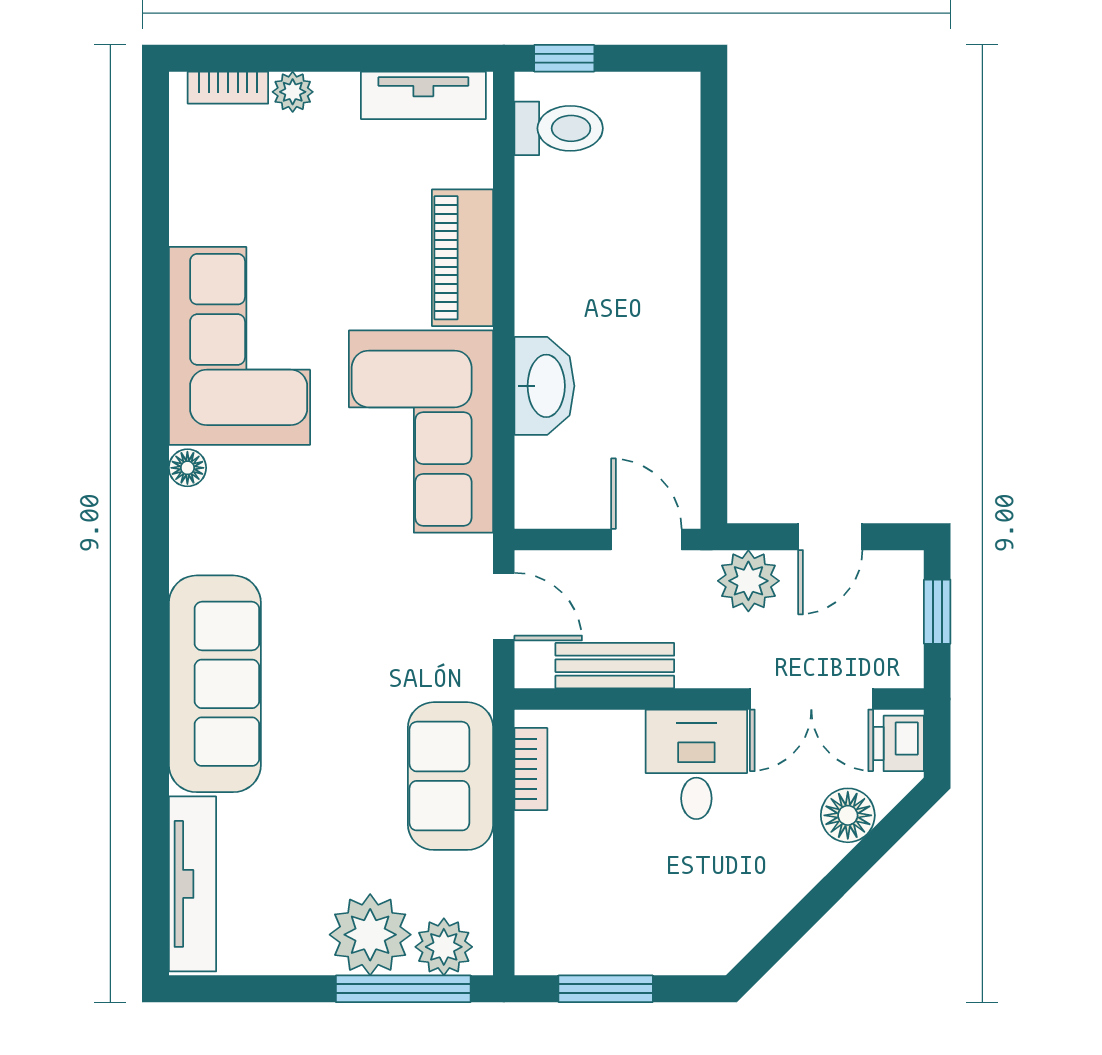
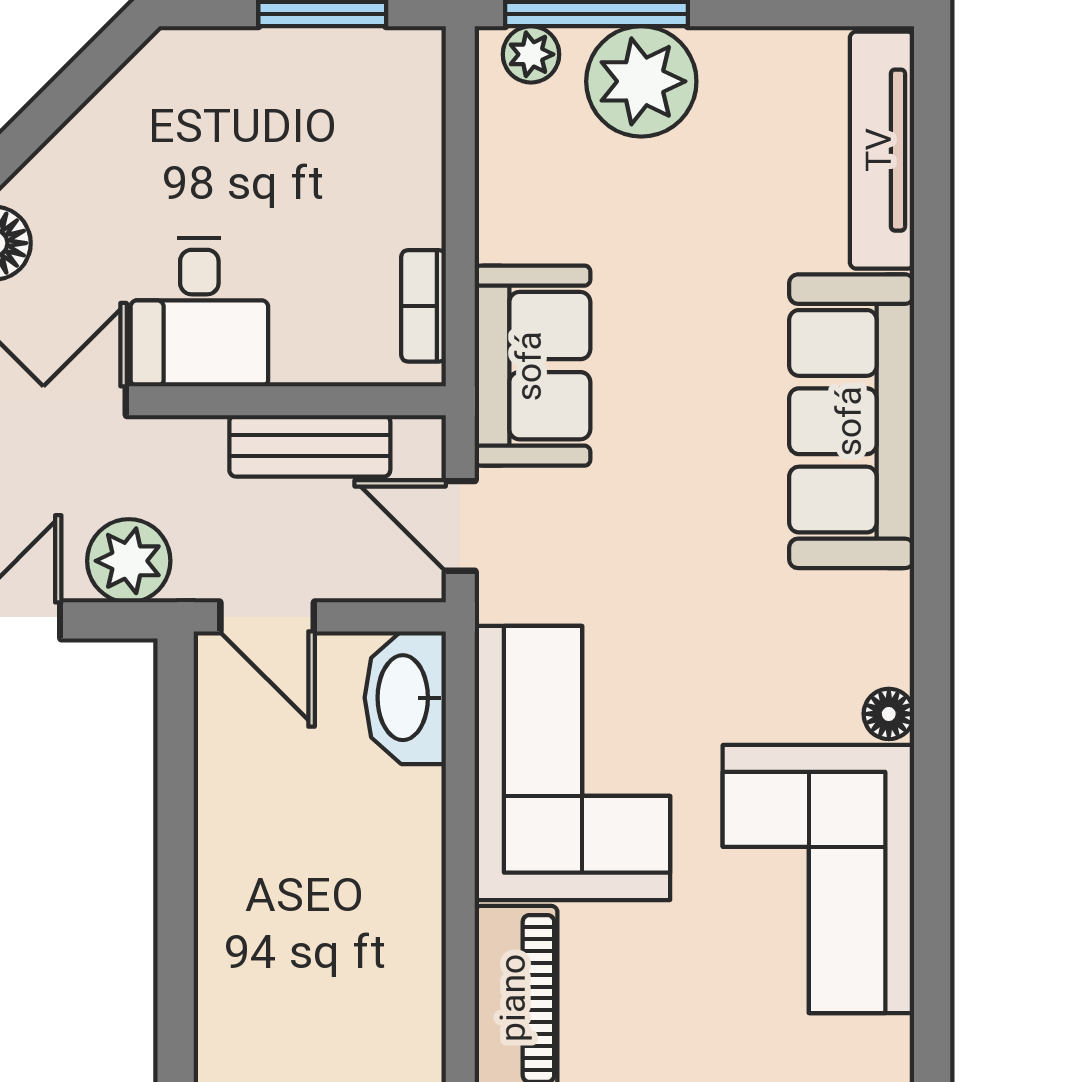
washbasin: (544, 386) -> (405, 698), moved
sofa: (450, 776) -> (532, 366), moved
plant: (444, 947) -> (531, 54), width x0.73, depth x0.73

